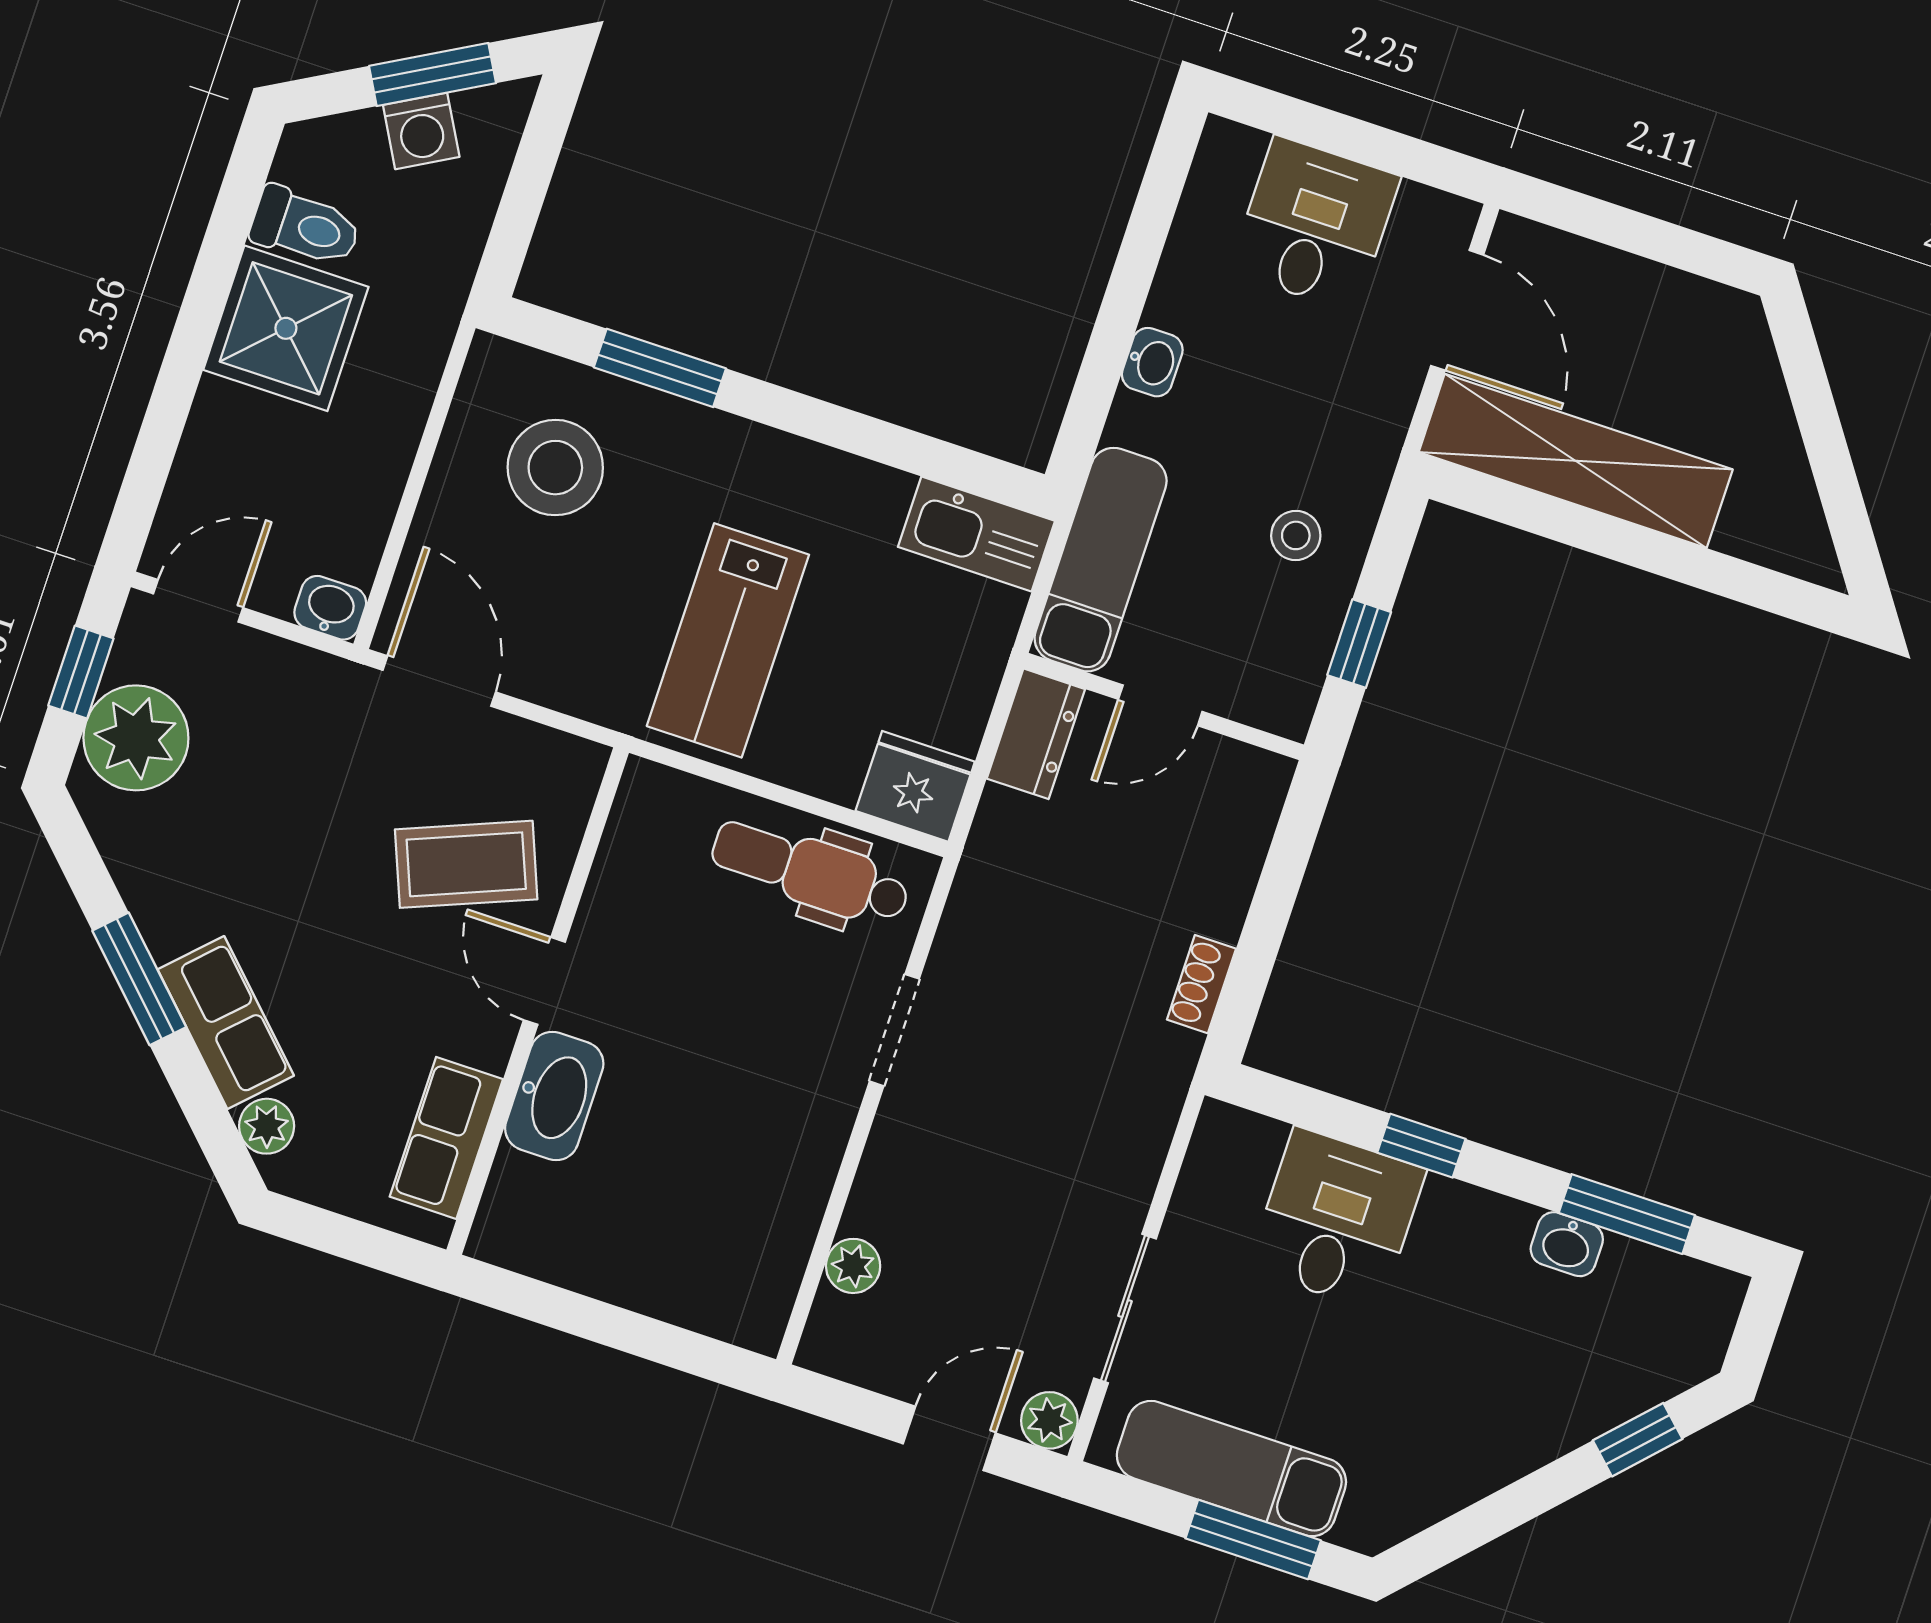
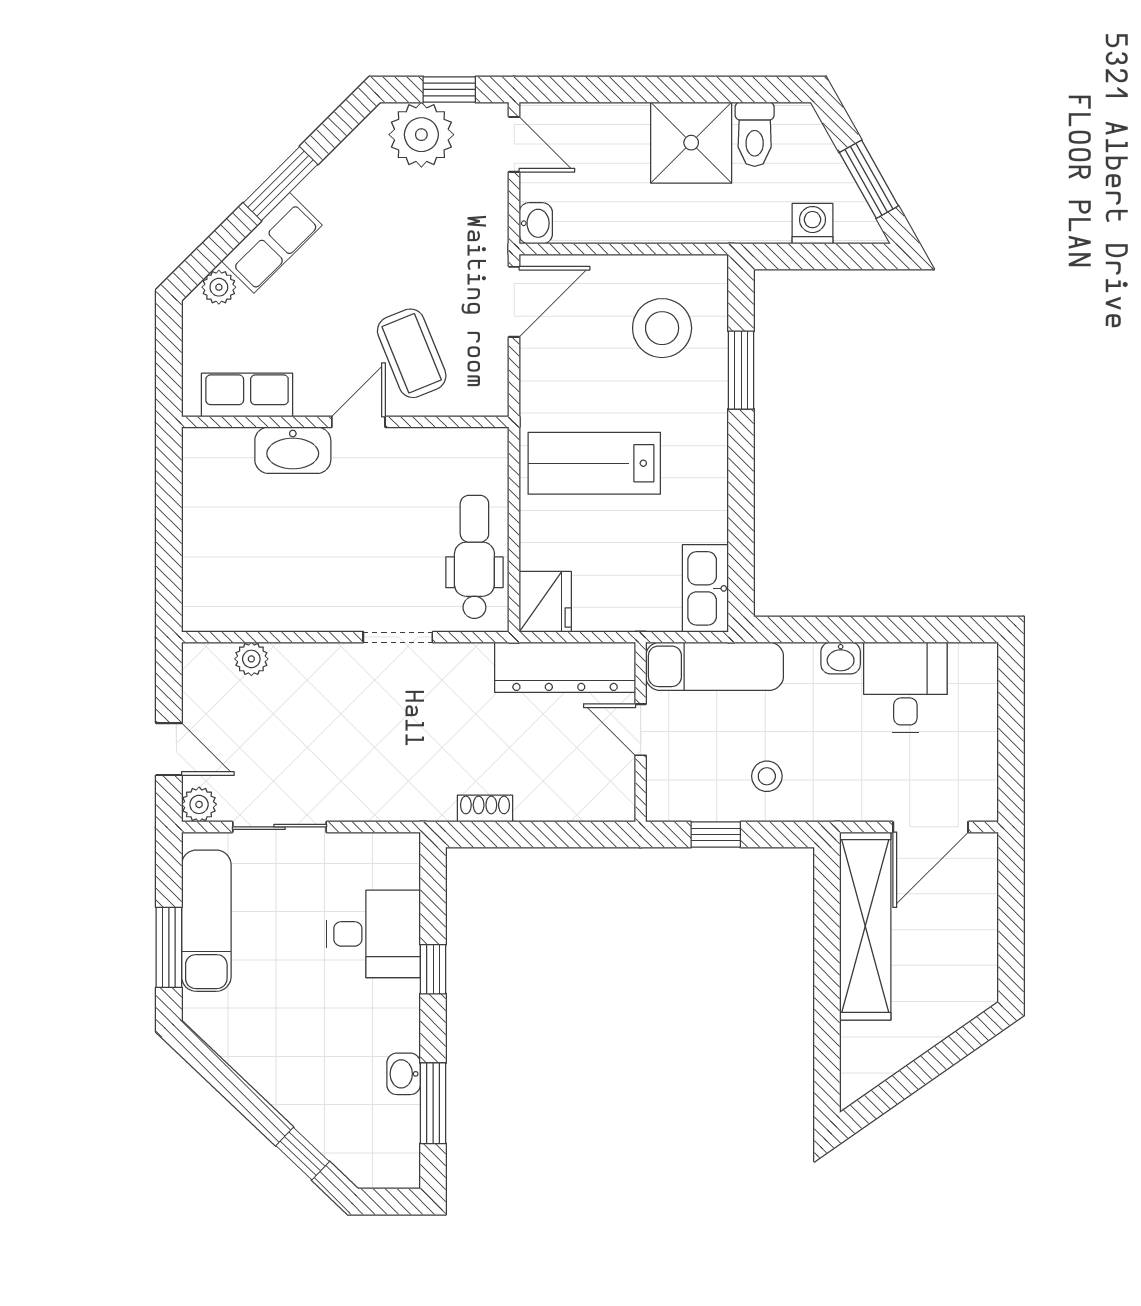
washing machine: (421, 131) -> (812, 224), moved, turned 119
desk: (1315, 224) -> (905, 687), moved, turned -90
dresser: (1036, 734) -> (565, 667), width x1.96, depth x1.24

